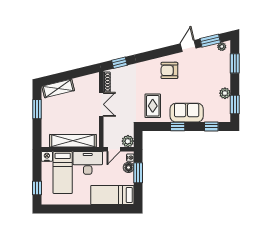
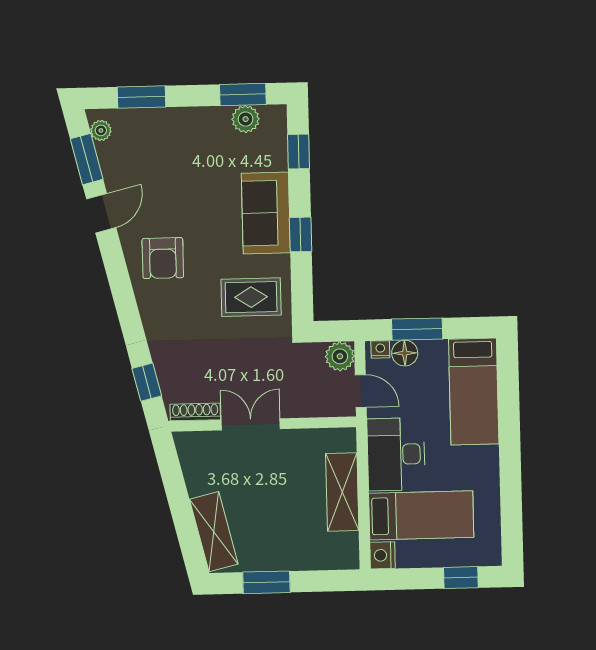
door: (188, 46) -> (101, 213), swing flipped
plant: (225, 93) -> (246, 119), moved
shelving: (73, 141) -> (342, 492), width x0.68

